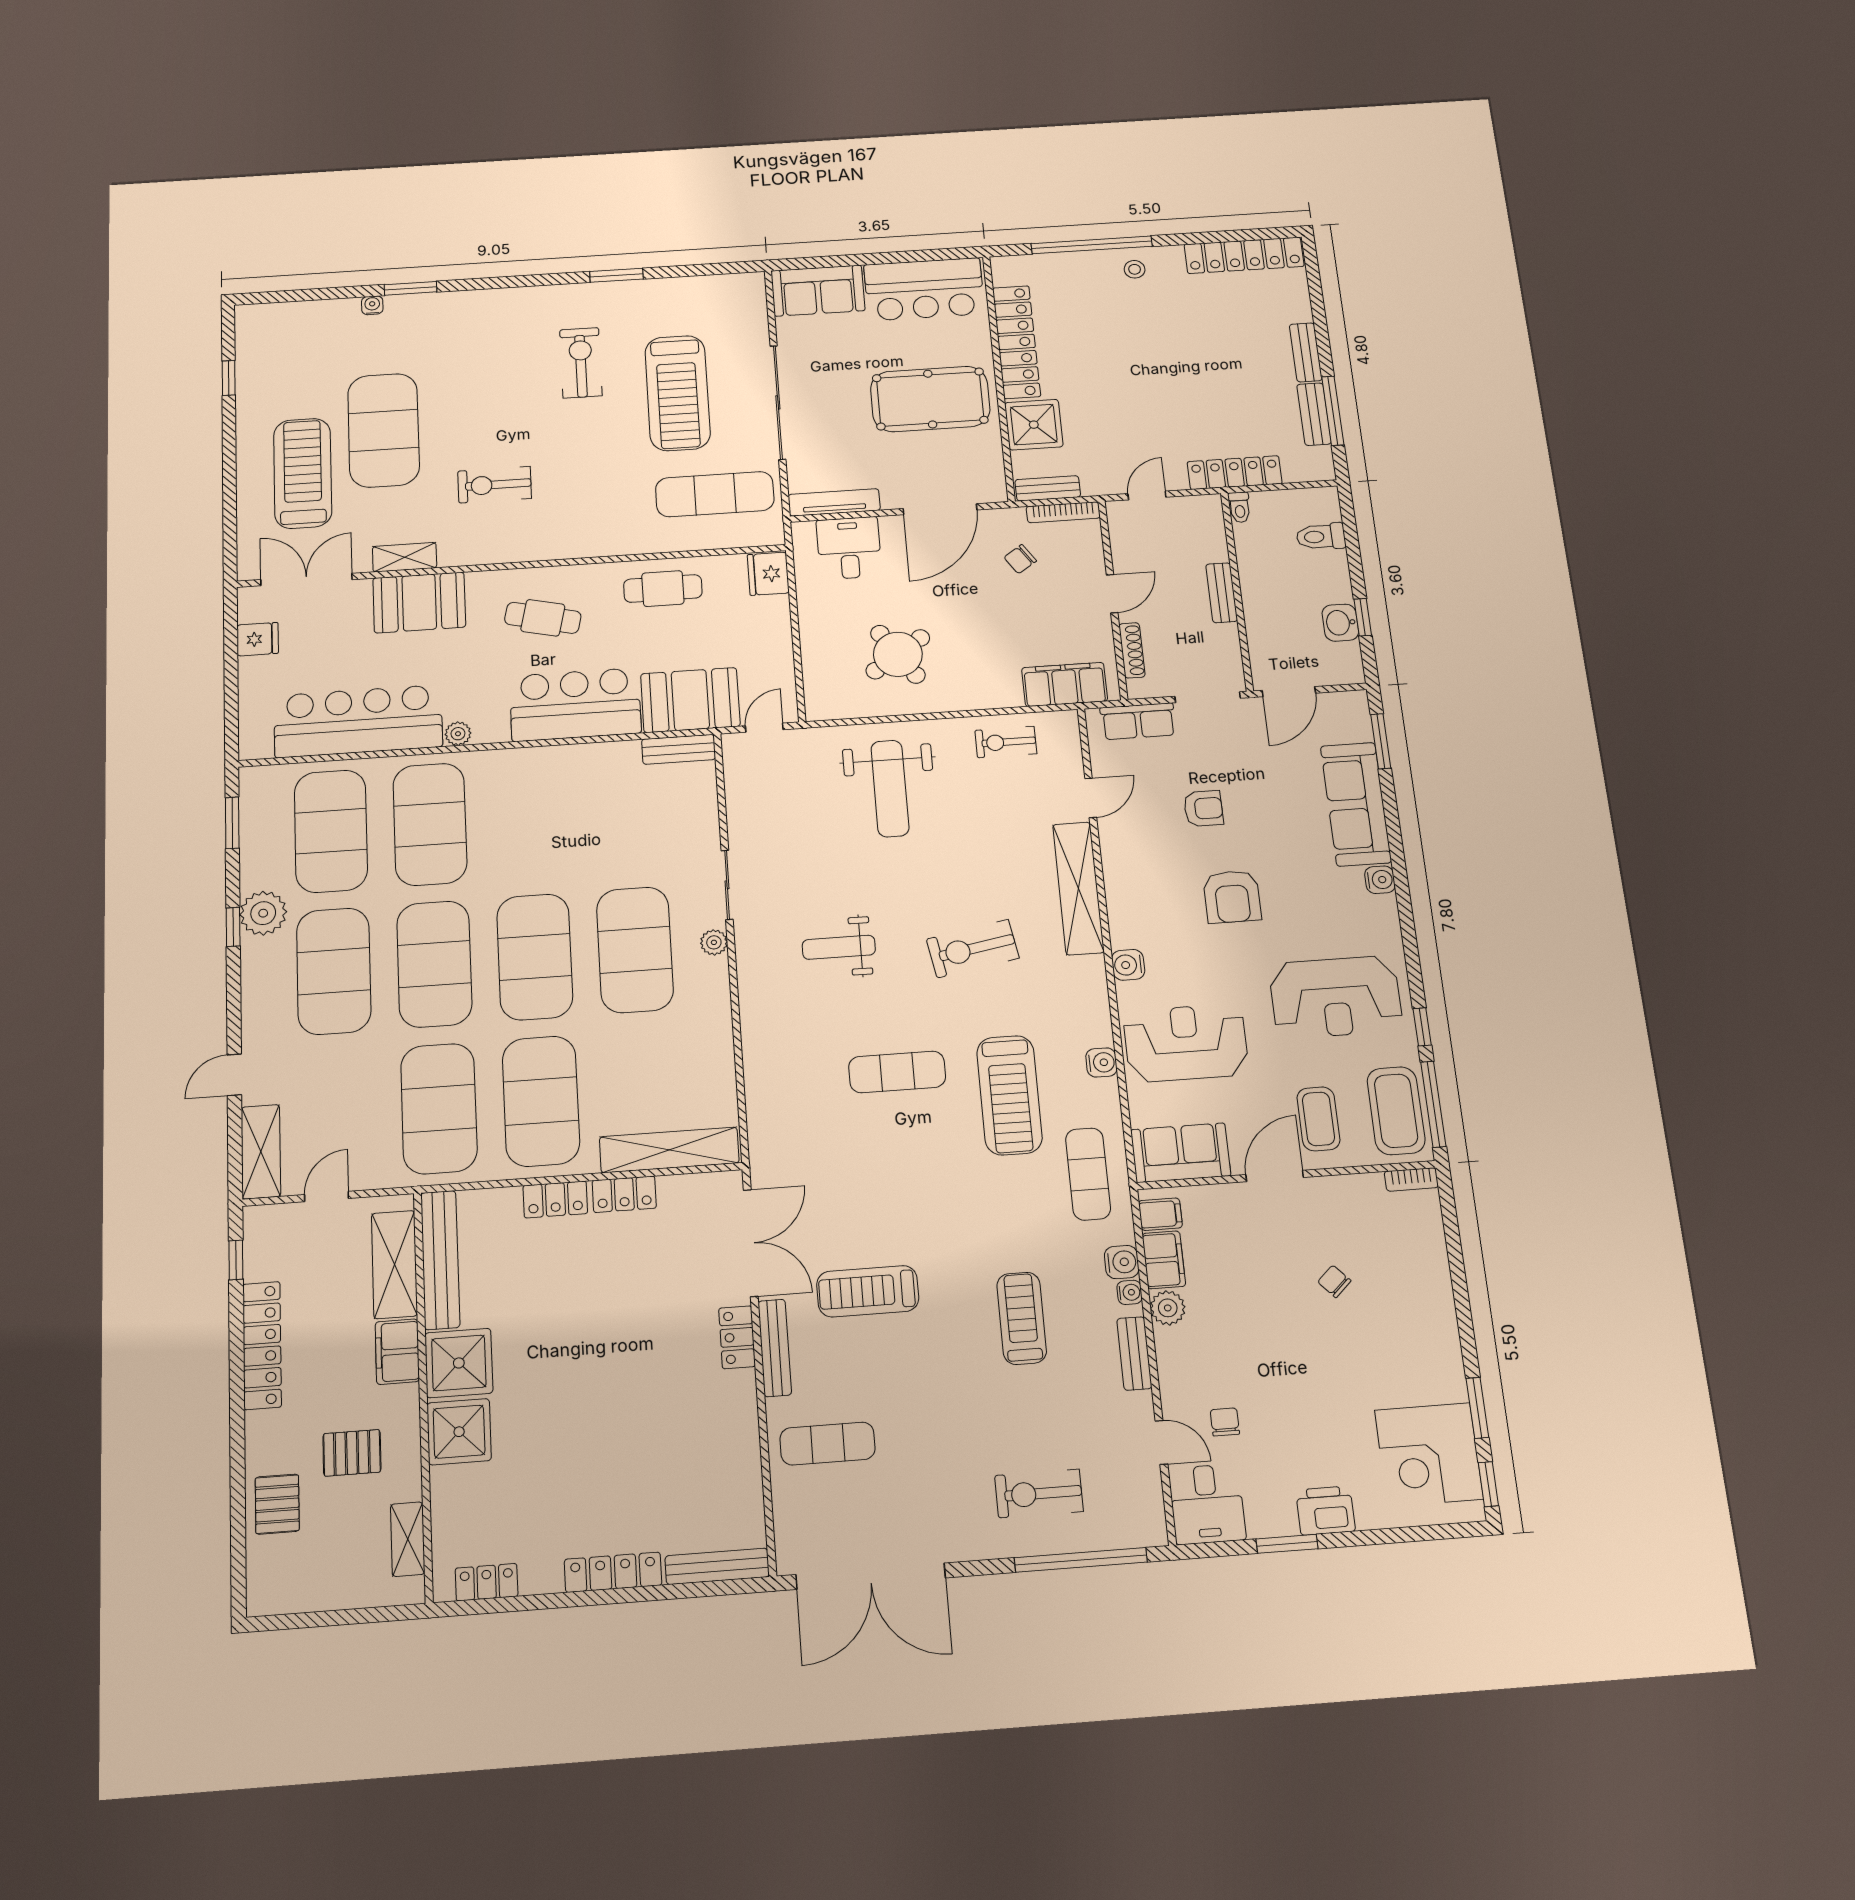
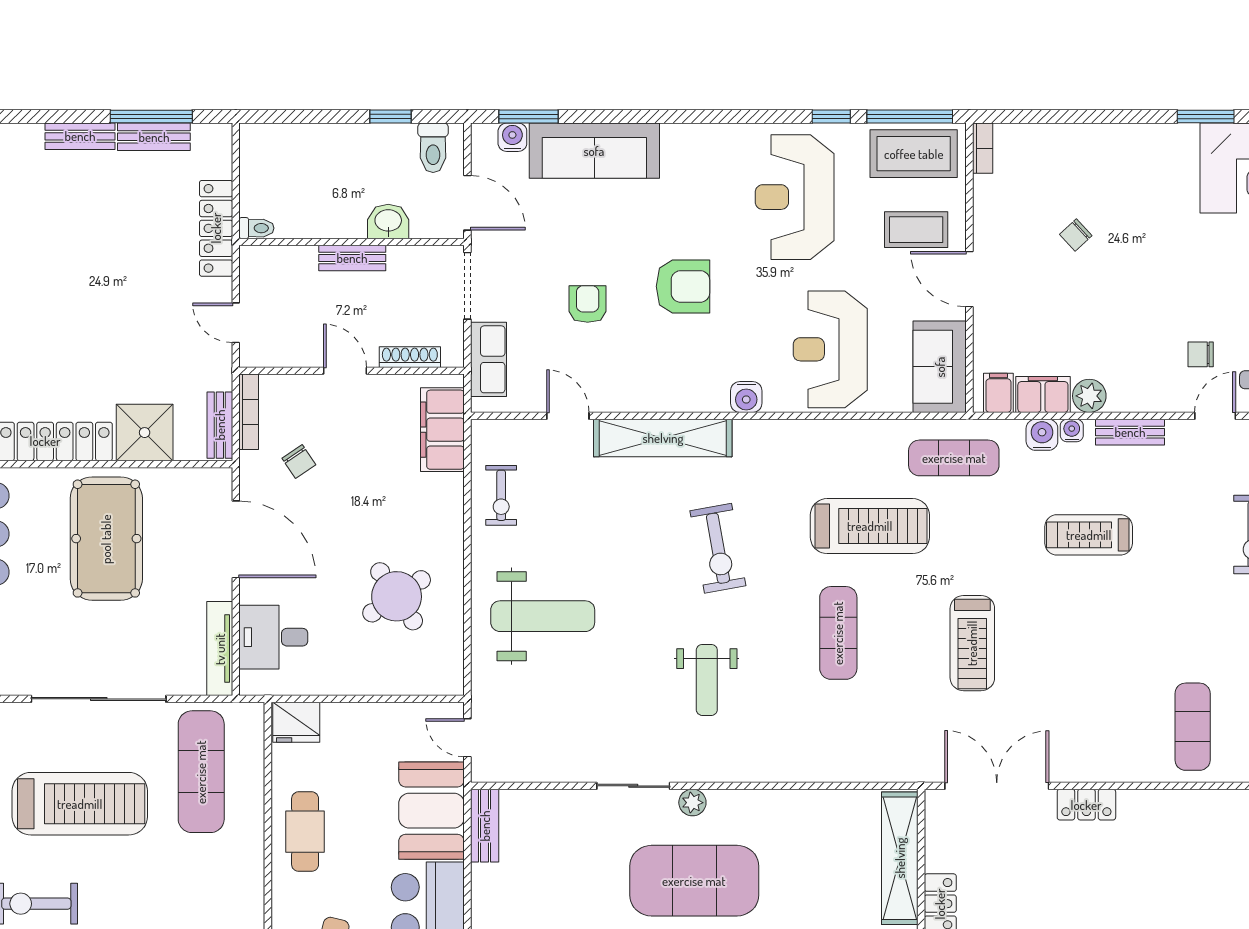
toilet: (1321, 537) -> (433, 148), moved
washbasin: (1340, 623) -> (388, 221), moved, turned 180
water cooler: (1380, 880) -> (512, 137), moved
reception desk: (1336, 997) -> (795, 197), turned 180
water cooler: (1101, 1062) -> (844, 434), removed
treadmill: (868, 1291) -> (972, 643), moved
bench: (775, 1348) -> (1099, 770), removed

